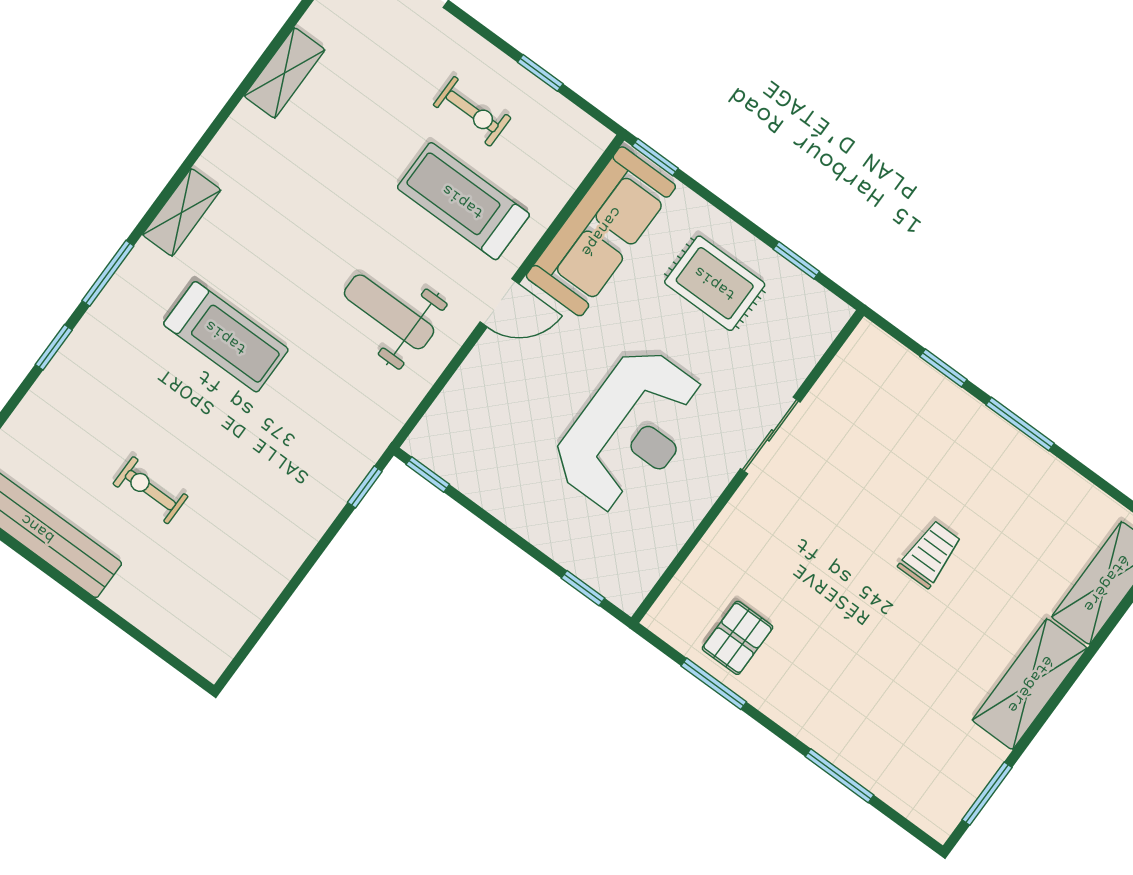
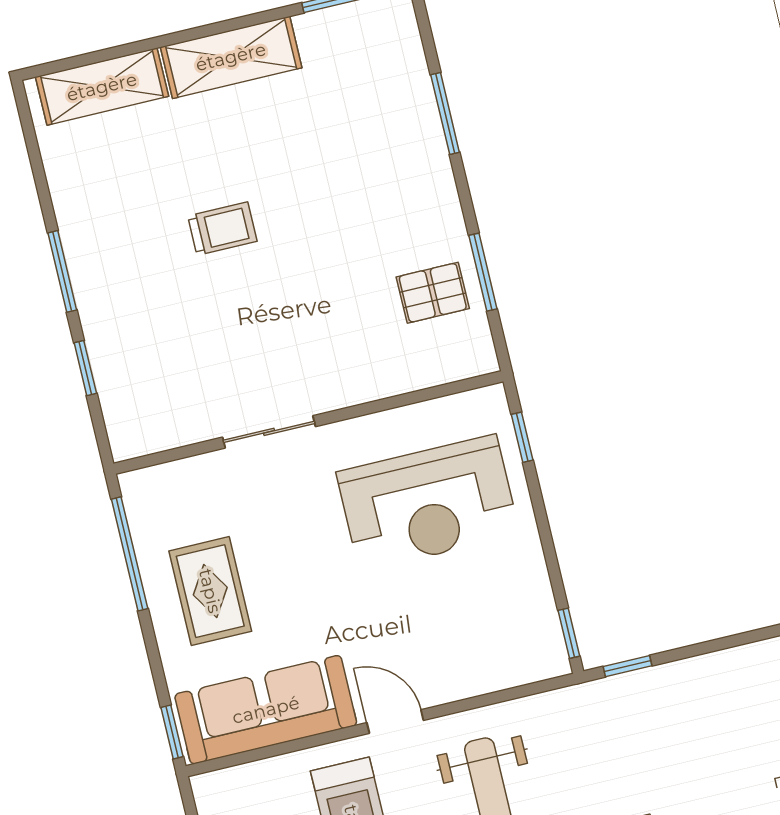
window: (796, 260) -> (130, 554), width x2.17
reception desk: (630, 431) -> (428, 503), moved, turned 180
trolley: (930, 554) -> (222, 229), turned 180

